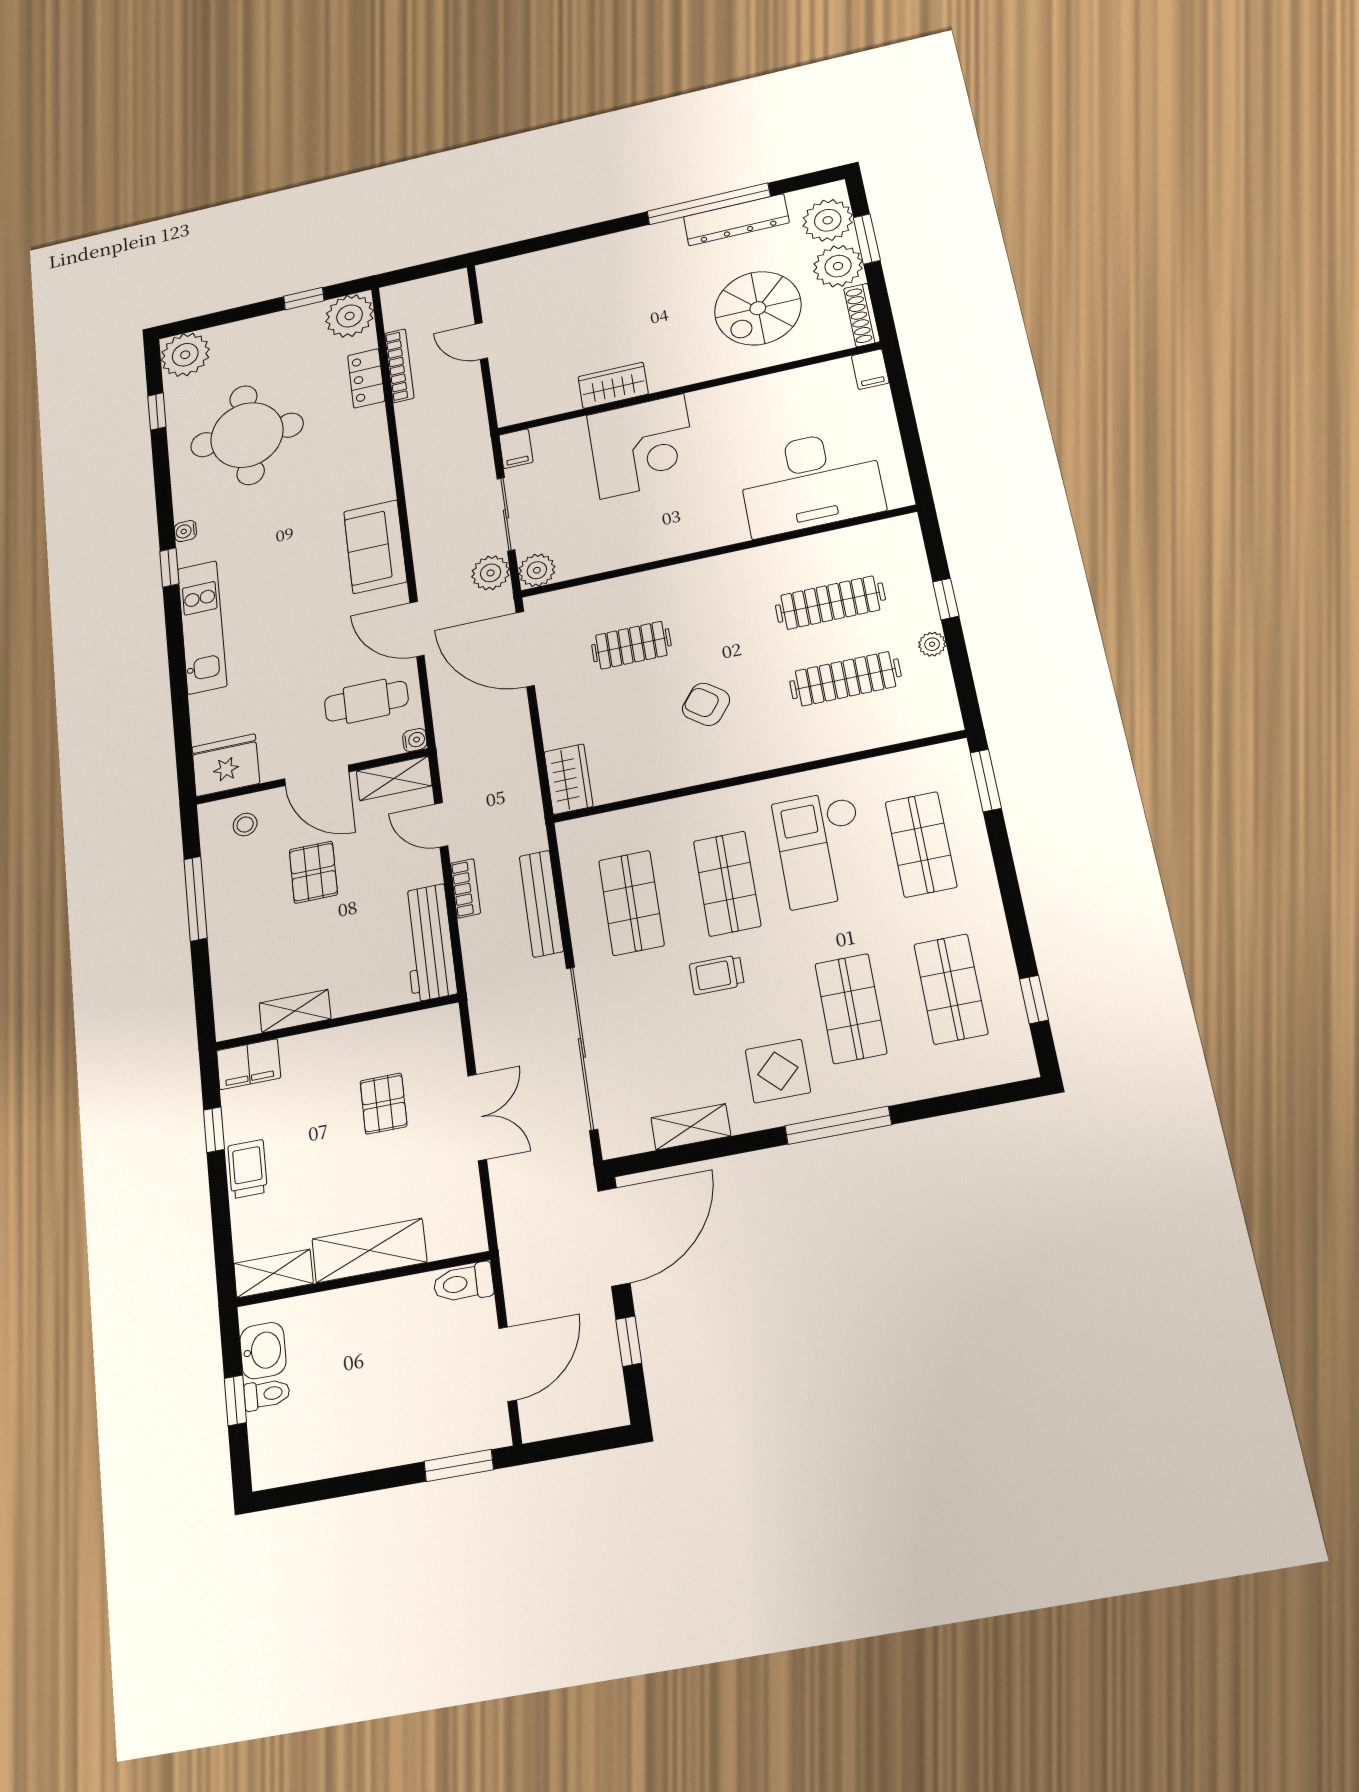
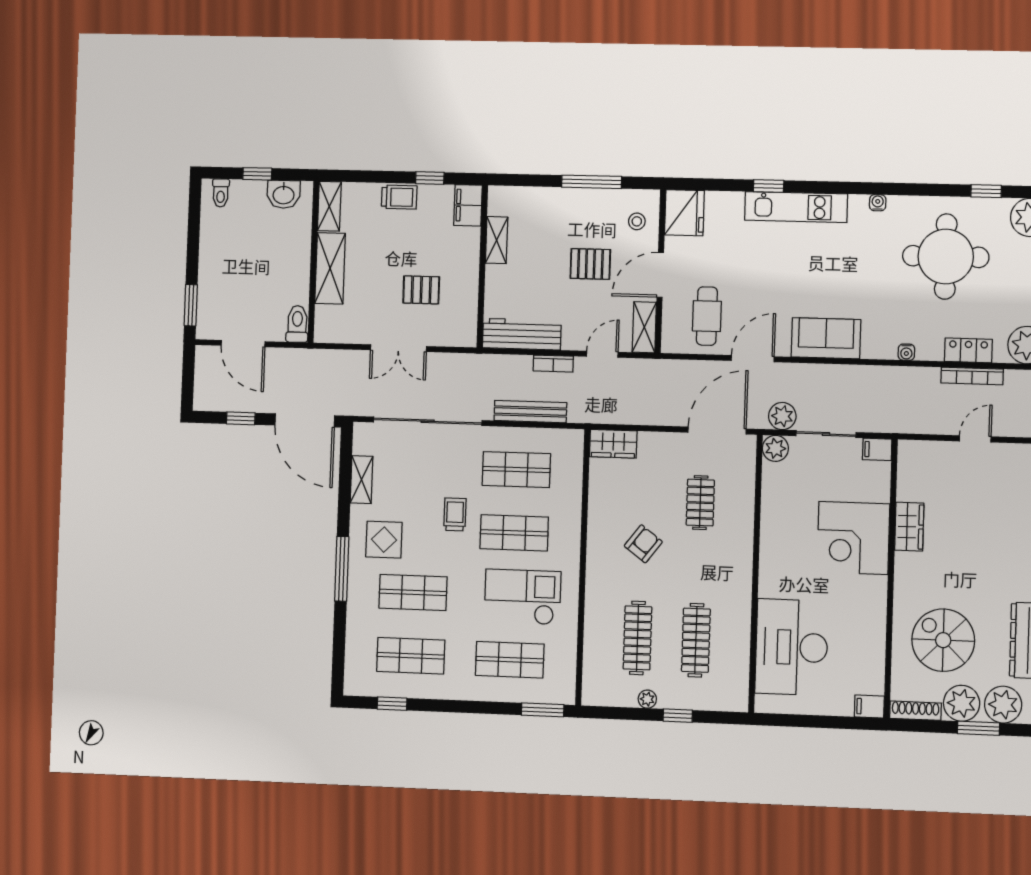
window: (169, 567) -> (769, 186), moved
water cooler: (415, 740) -> (906, 352), moved
toilet: (267, 1394) -> (221, 193), moved

